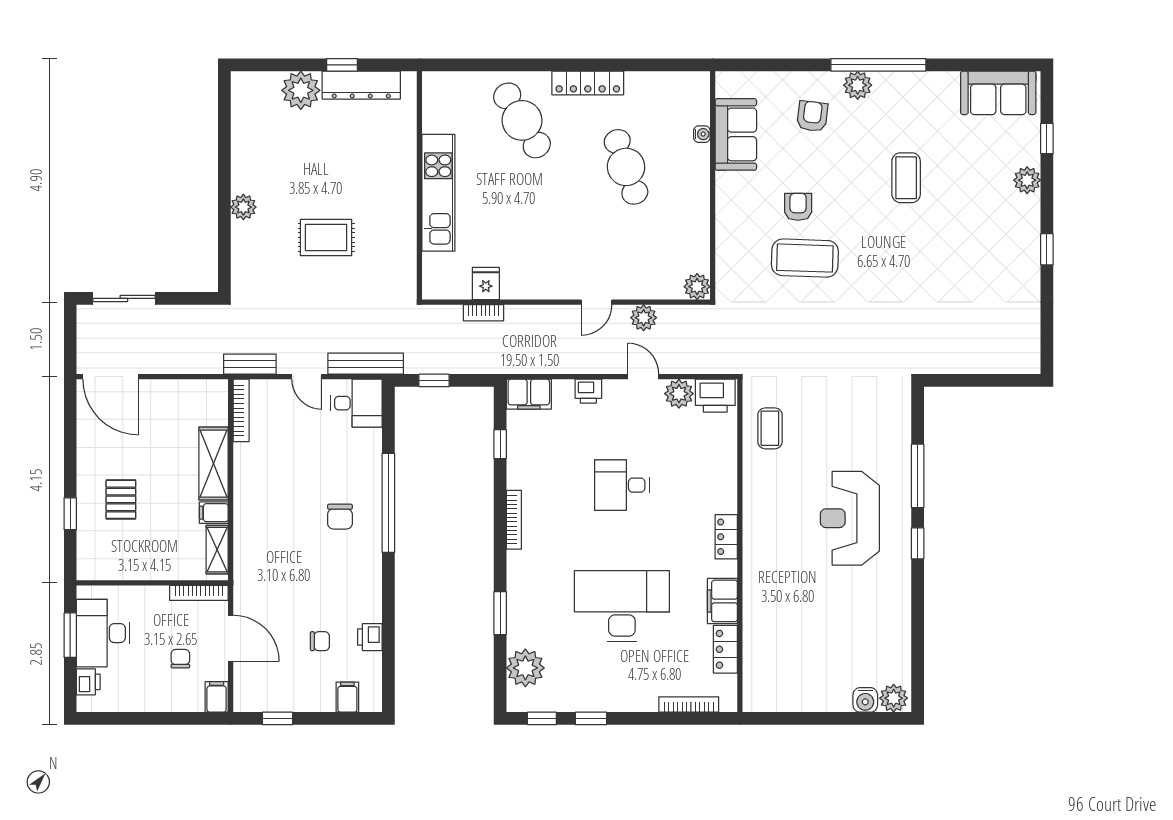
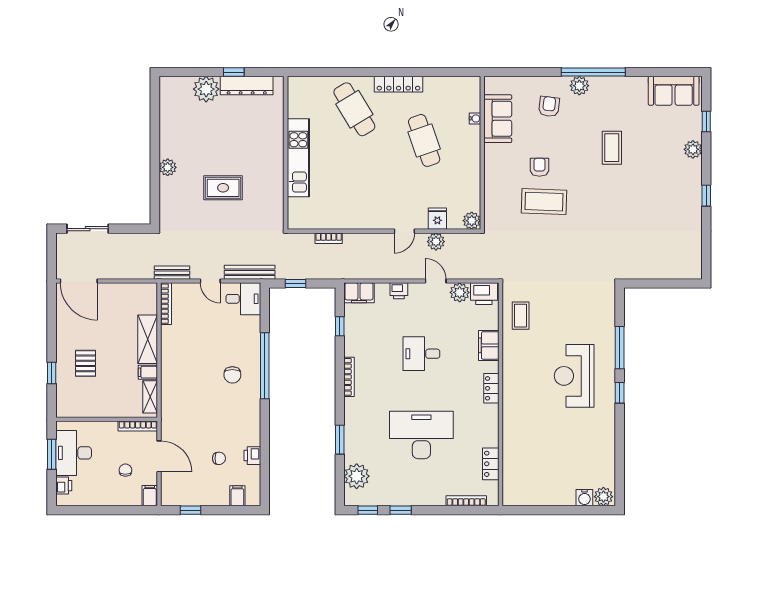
fridge: (486, 284) -> (437, 219), moved
filing cabinet: (722, 601) -> (489, 345), moved

